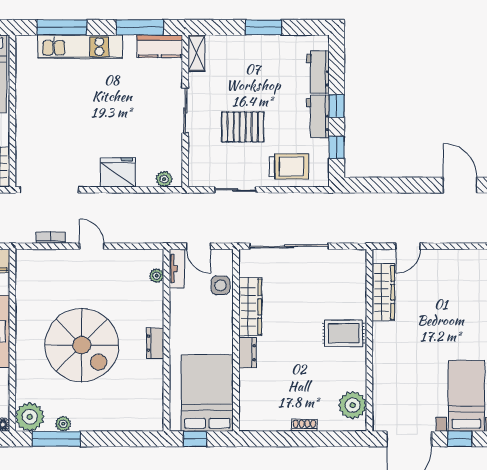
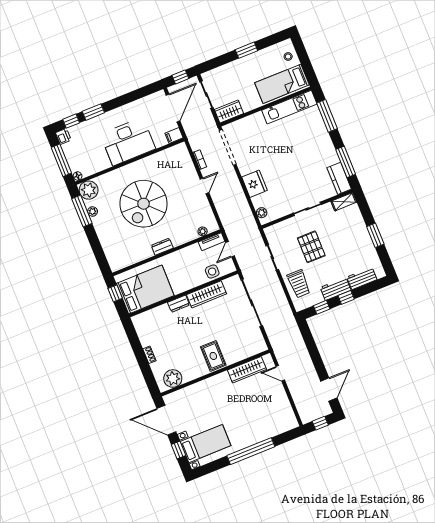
kitchen unit: (80, 47) -> (289, 107), moved, turned -90

